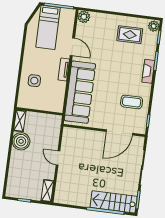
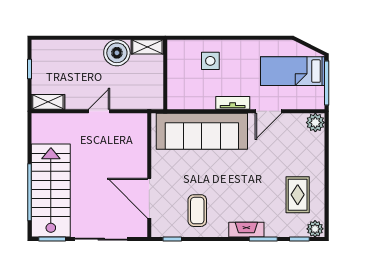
stairs: (114, 202) -> (51, 191), width x1.36, depth x1.51

